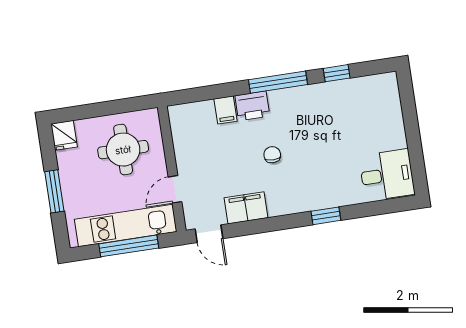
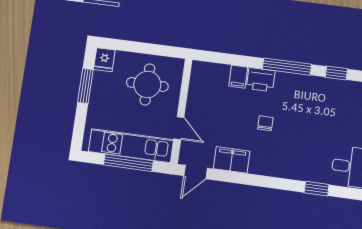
door: (175, 189) -> (179, 128), swing flipped
window: (54, 191) -> (85, 86), moved
window: (326, 216) -> (317, 189), moved
door: (209, 234) -> (196, 172), hinge flipped

